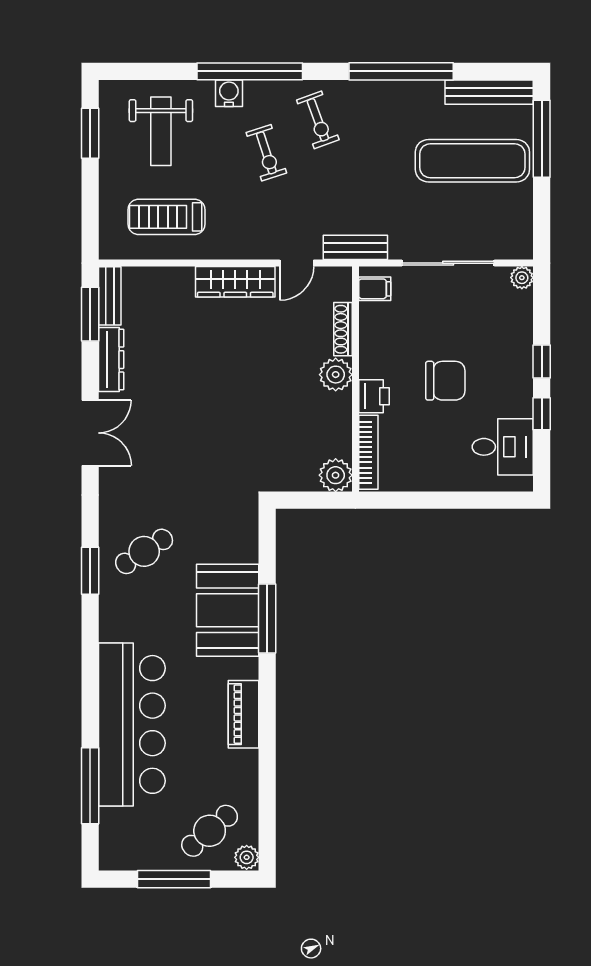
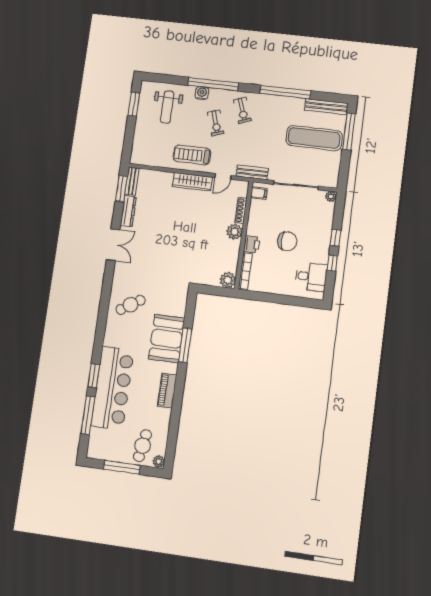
treadmill: (166, 217) -> (192, 155), moved
window: (90, 571) -> (94, 376), moved
cafe table: (210, 831) -> (142, 446), turned -39

